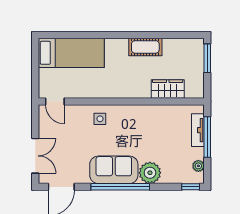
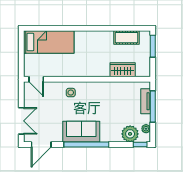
cot: (145, 47) -> (127, 38), moved
plant: (150, 173) -> (130, 134), moved

